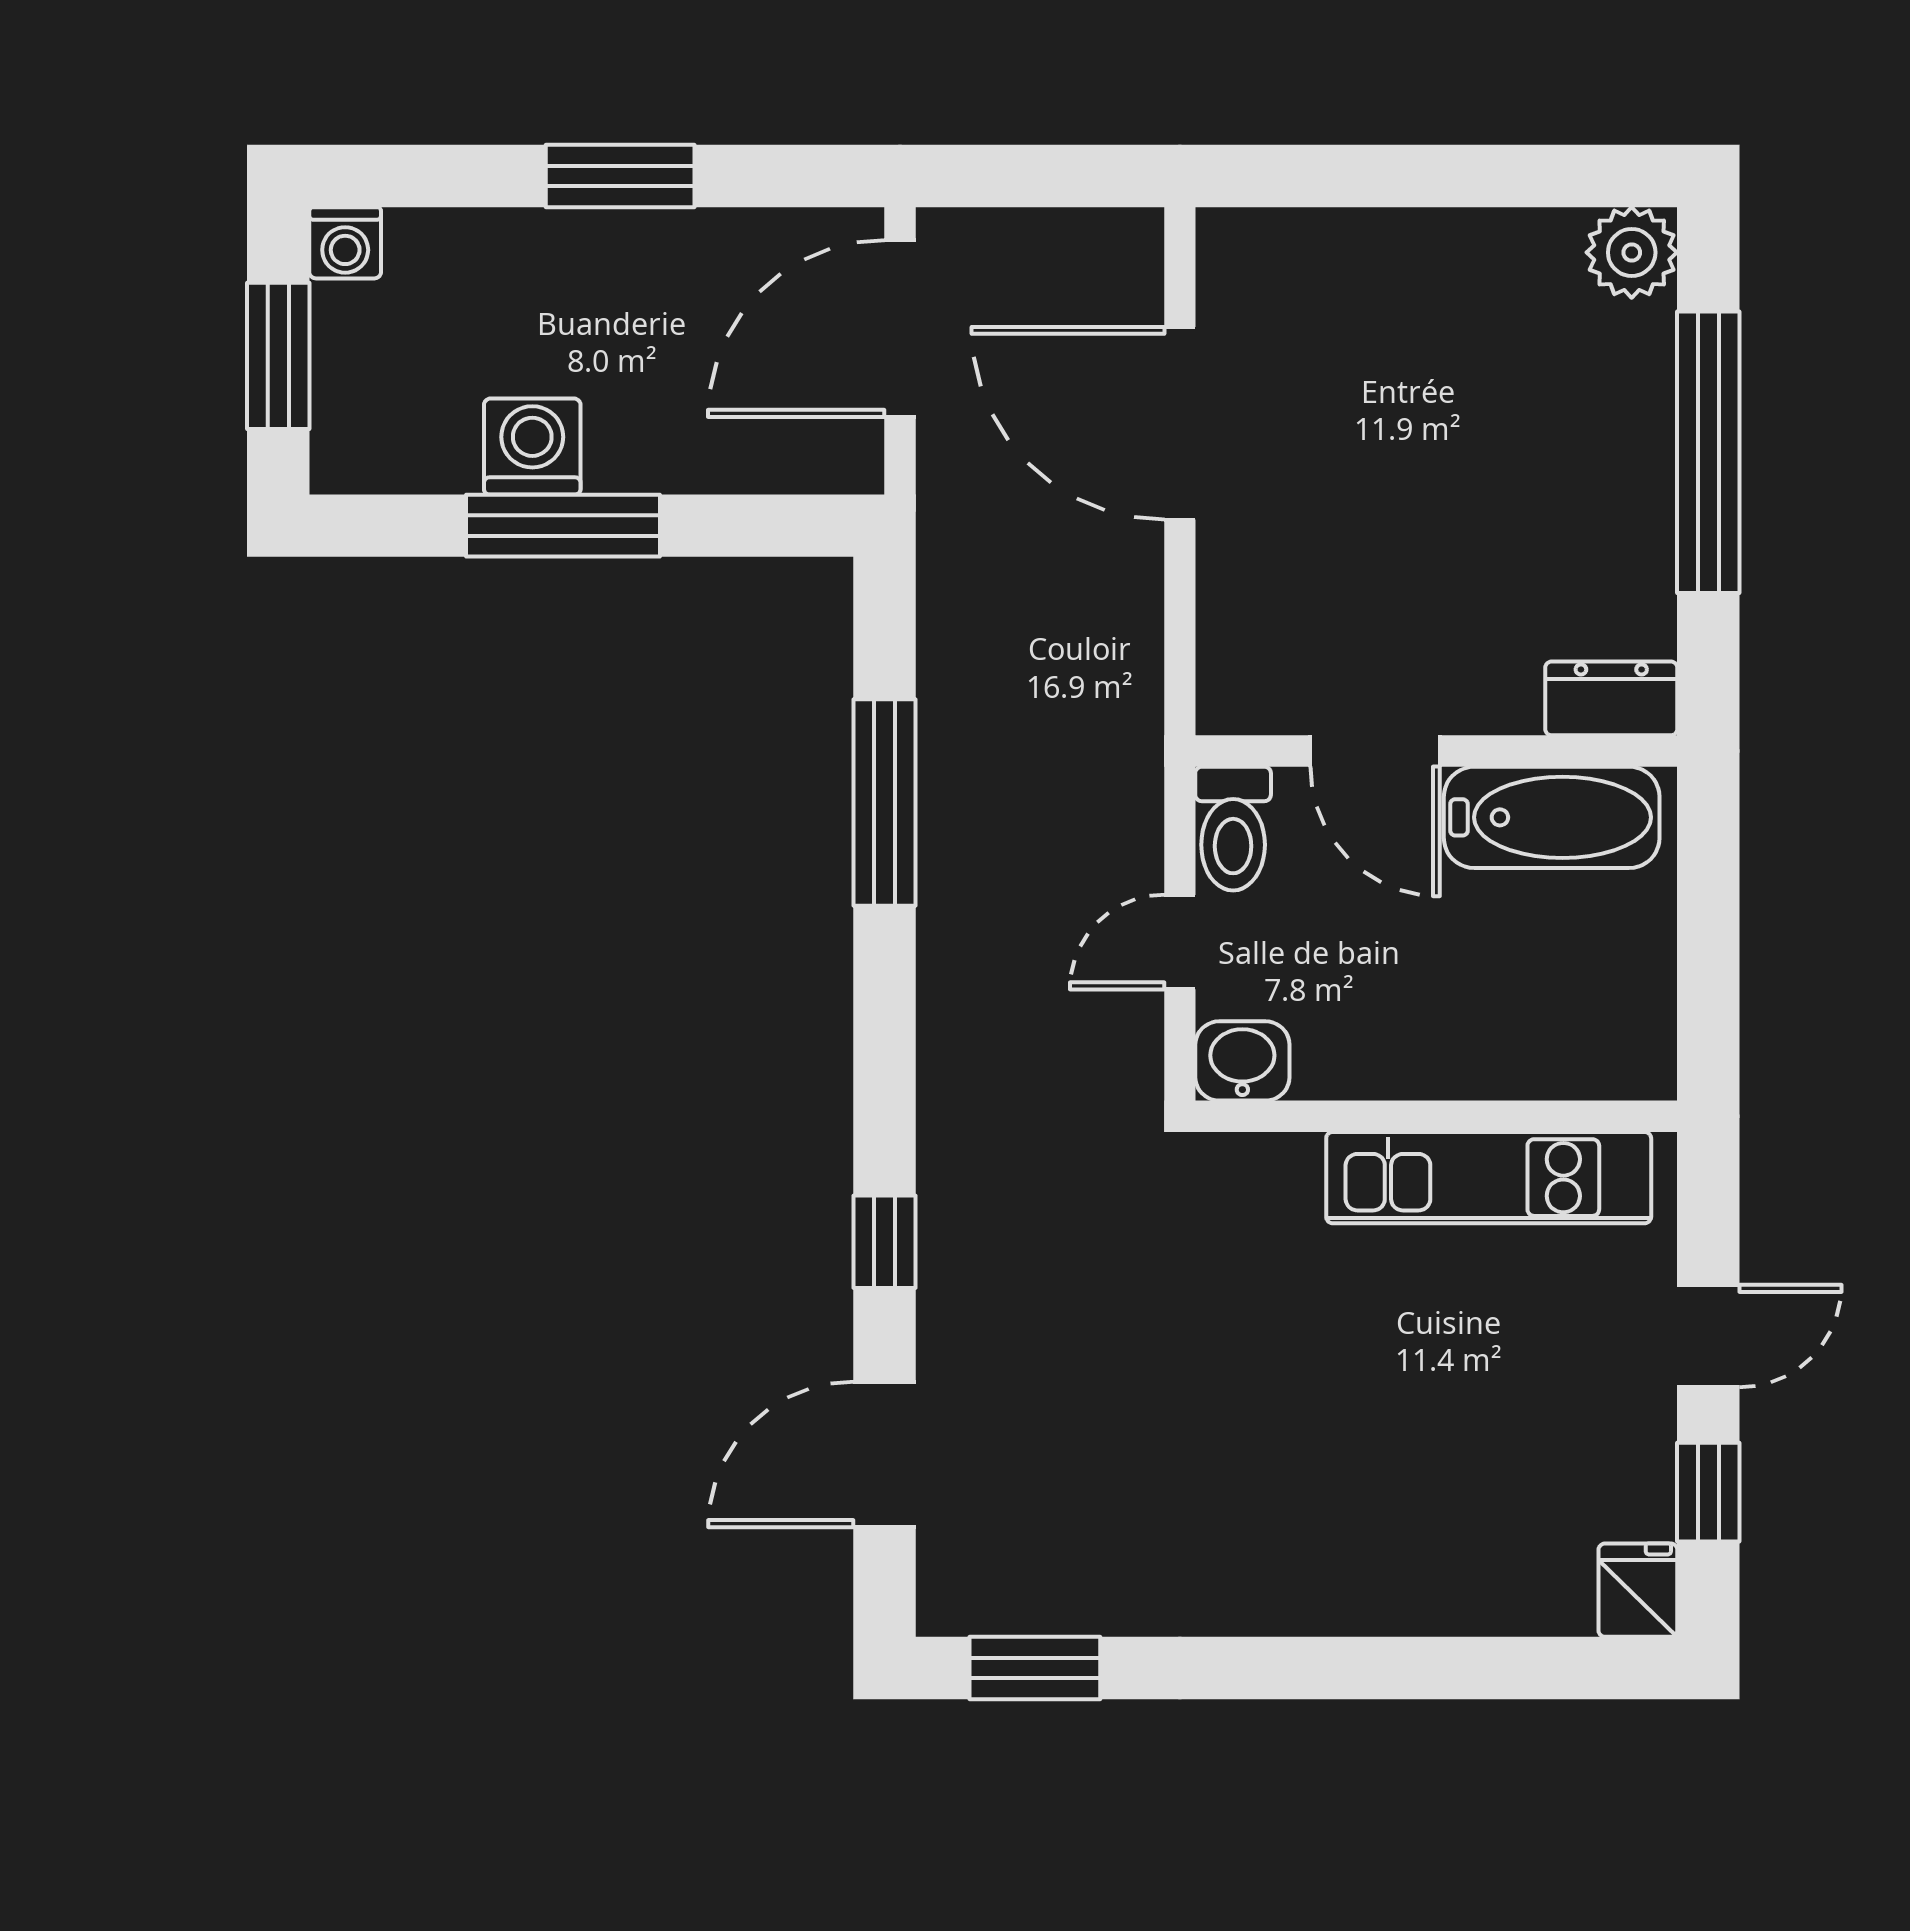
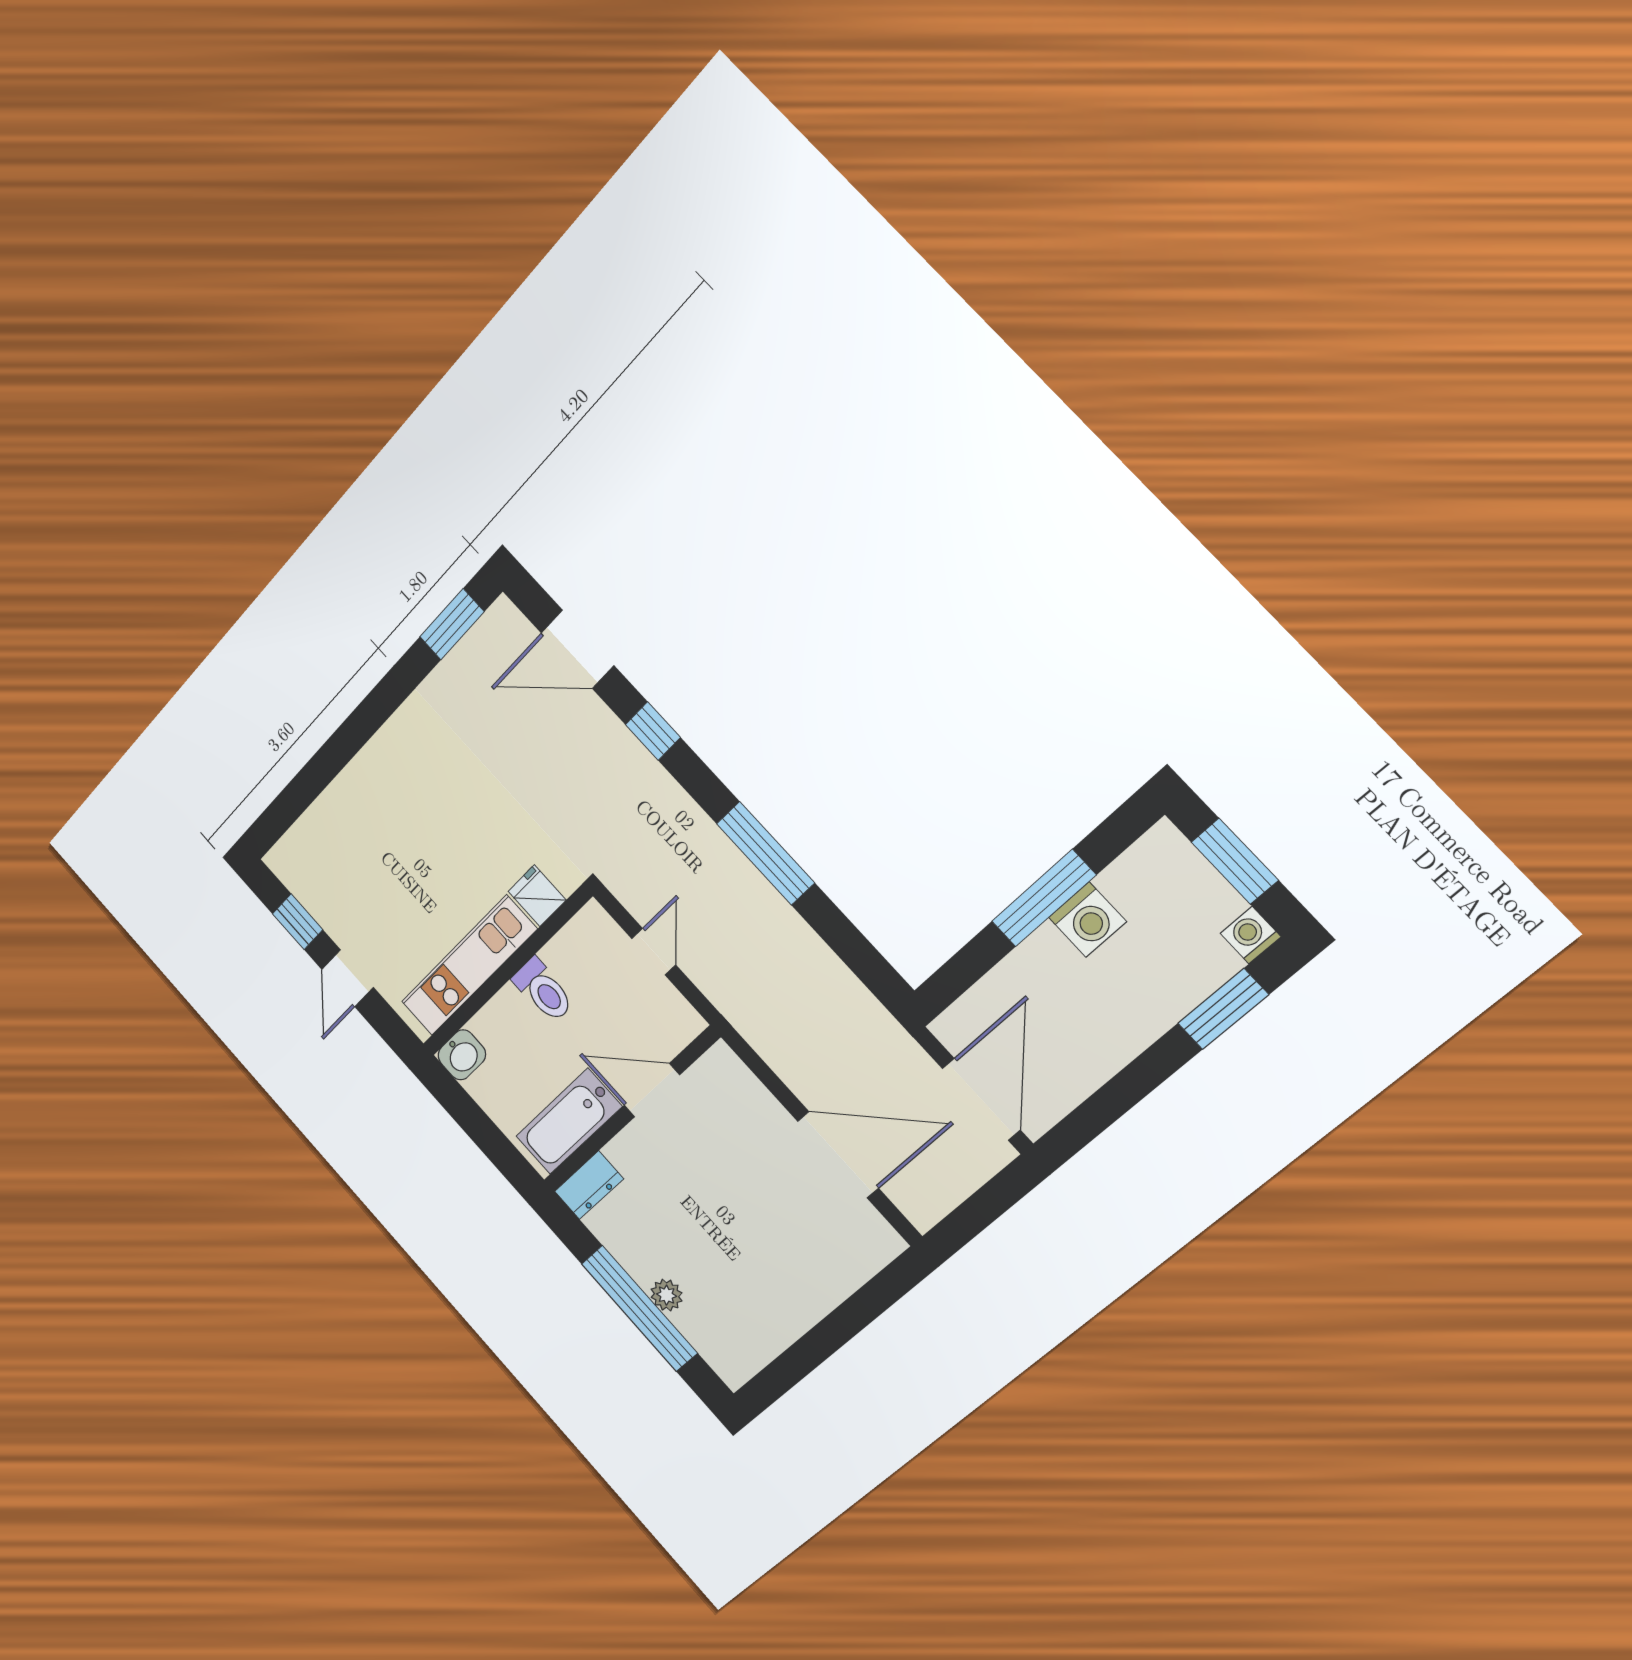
window: (620, 176) -> (1223, 1009), moved
plant: (1632, 252) -> (667, 1295), moved, width x0.73, depth x0.73
window: (884, 802) -> (765, 853), moved
toilet: (1233, 829) -> (543, 990), moved, turned 180
washbasin: (1242, 1061) -> (462, 1055), moved
door: (884, 1455) -> (577, 649), swing flipped
fridge: (1638, 1590) -> (537, 896), moved, turned 180

